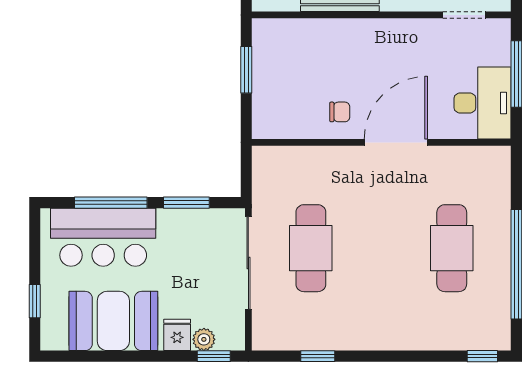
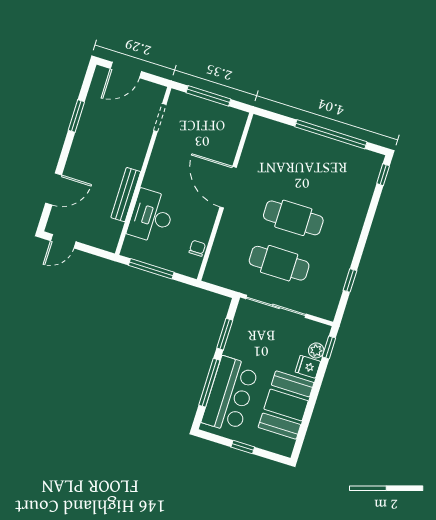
window: (246, 70) -> (151, 269), width x1.44
desk: (483, 103) -> (151, 216), moved, turned -90
chair: (340, 112) -> (197, 248), moved
cafe table: (452, 248) -> (293, 218), moved
window: (35, 301) -> (243, 447), moved

